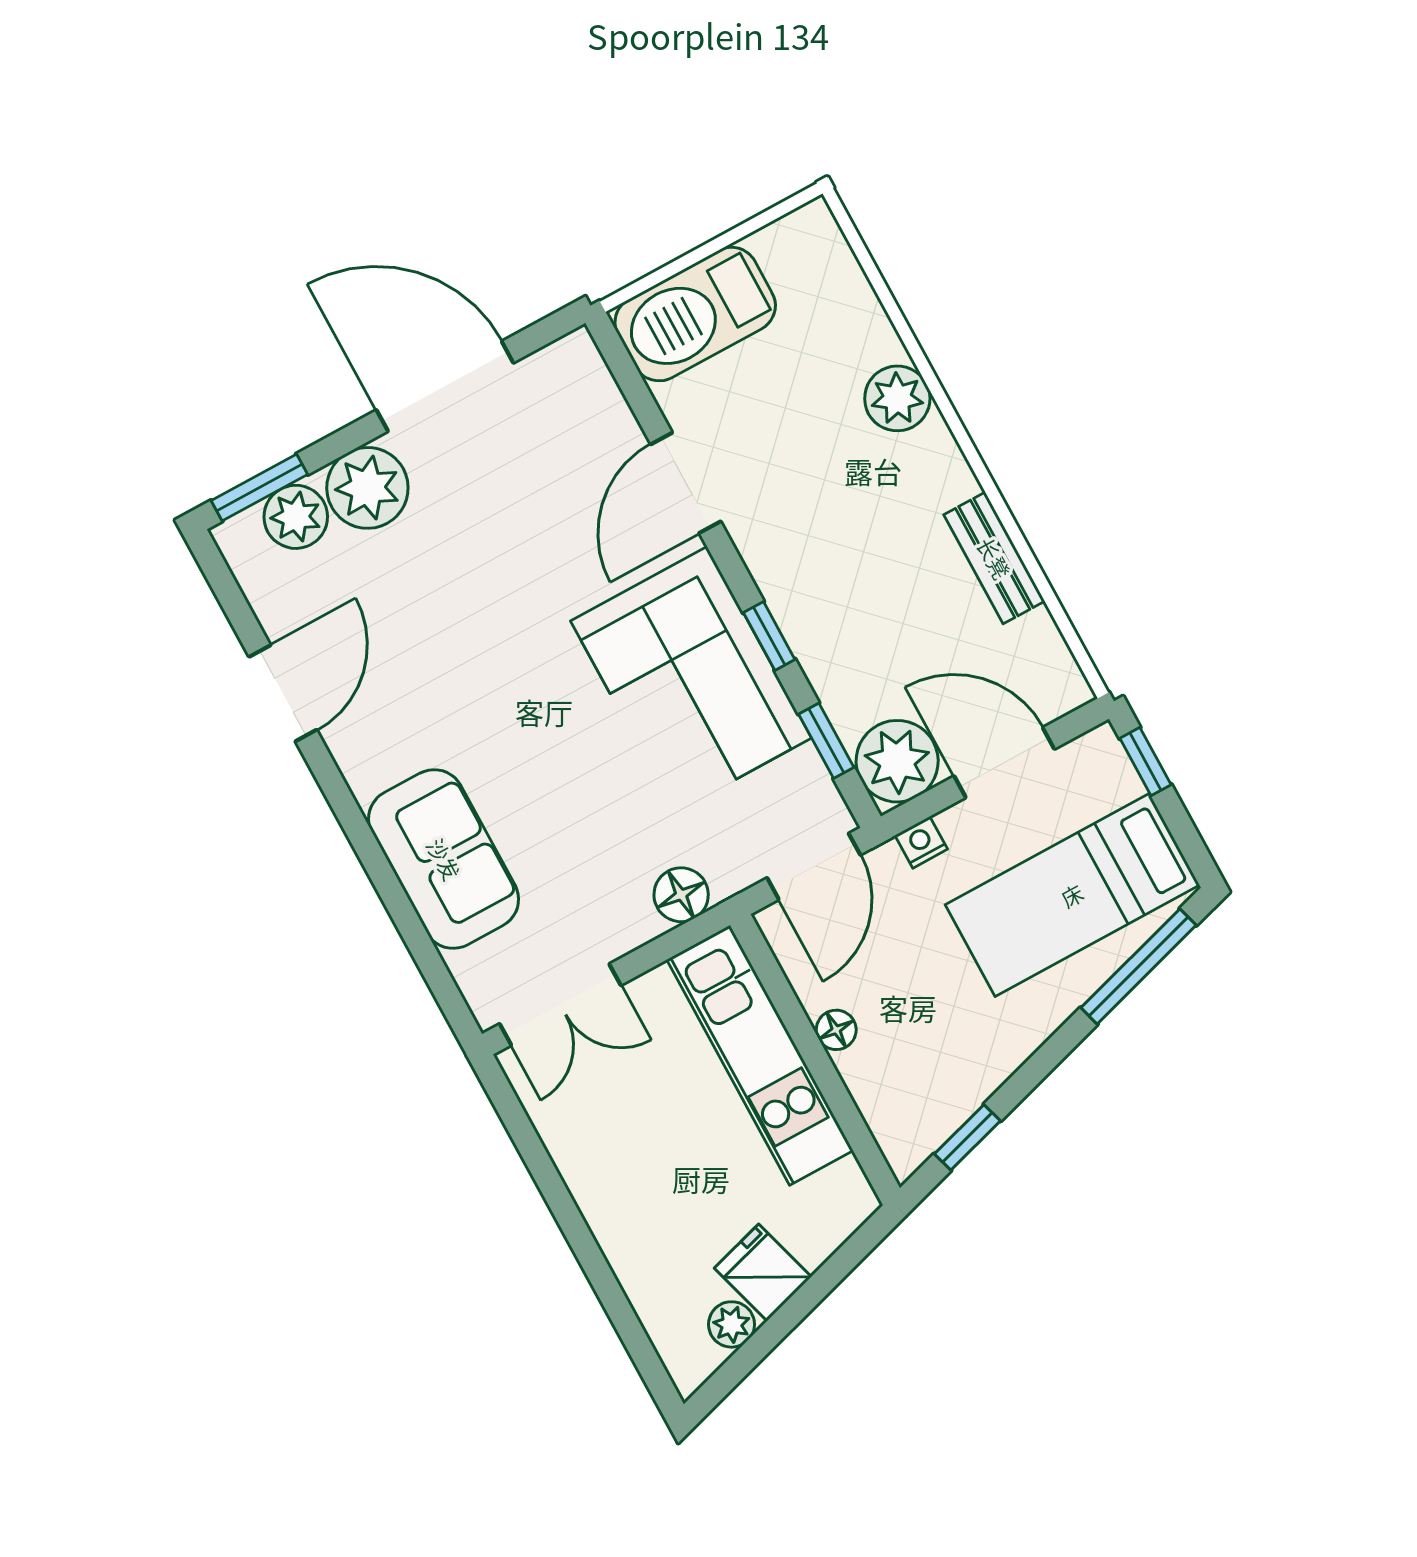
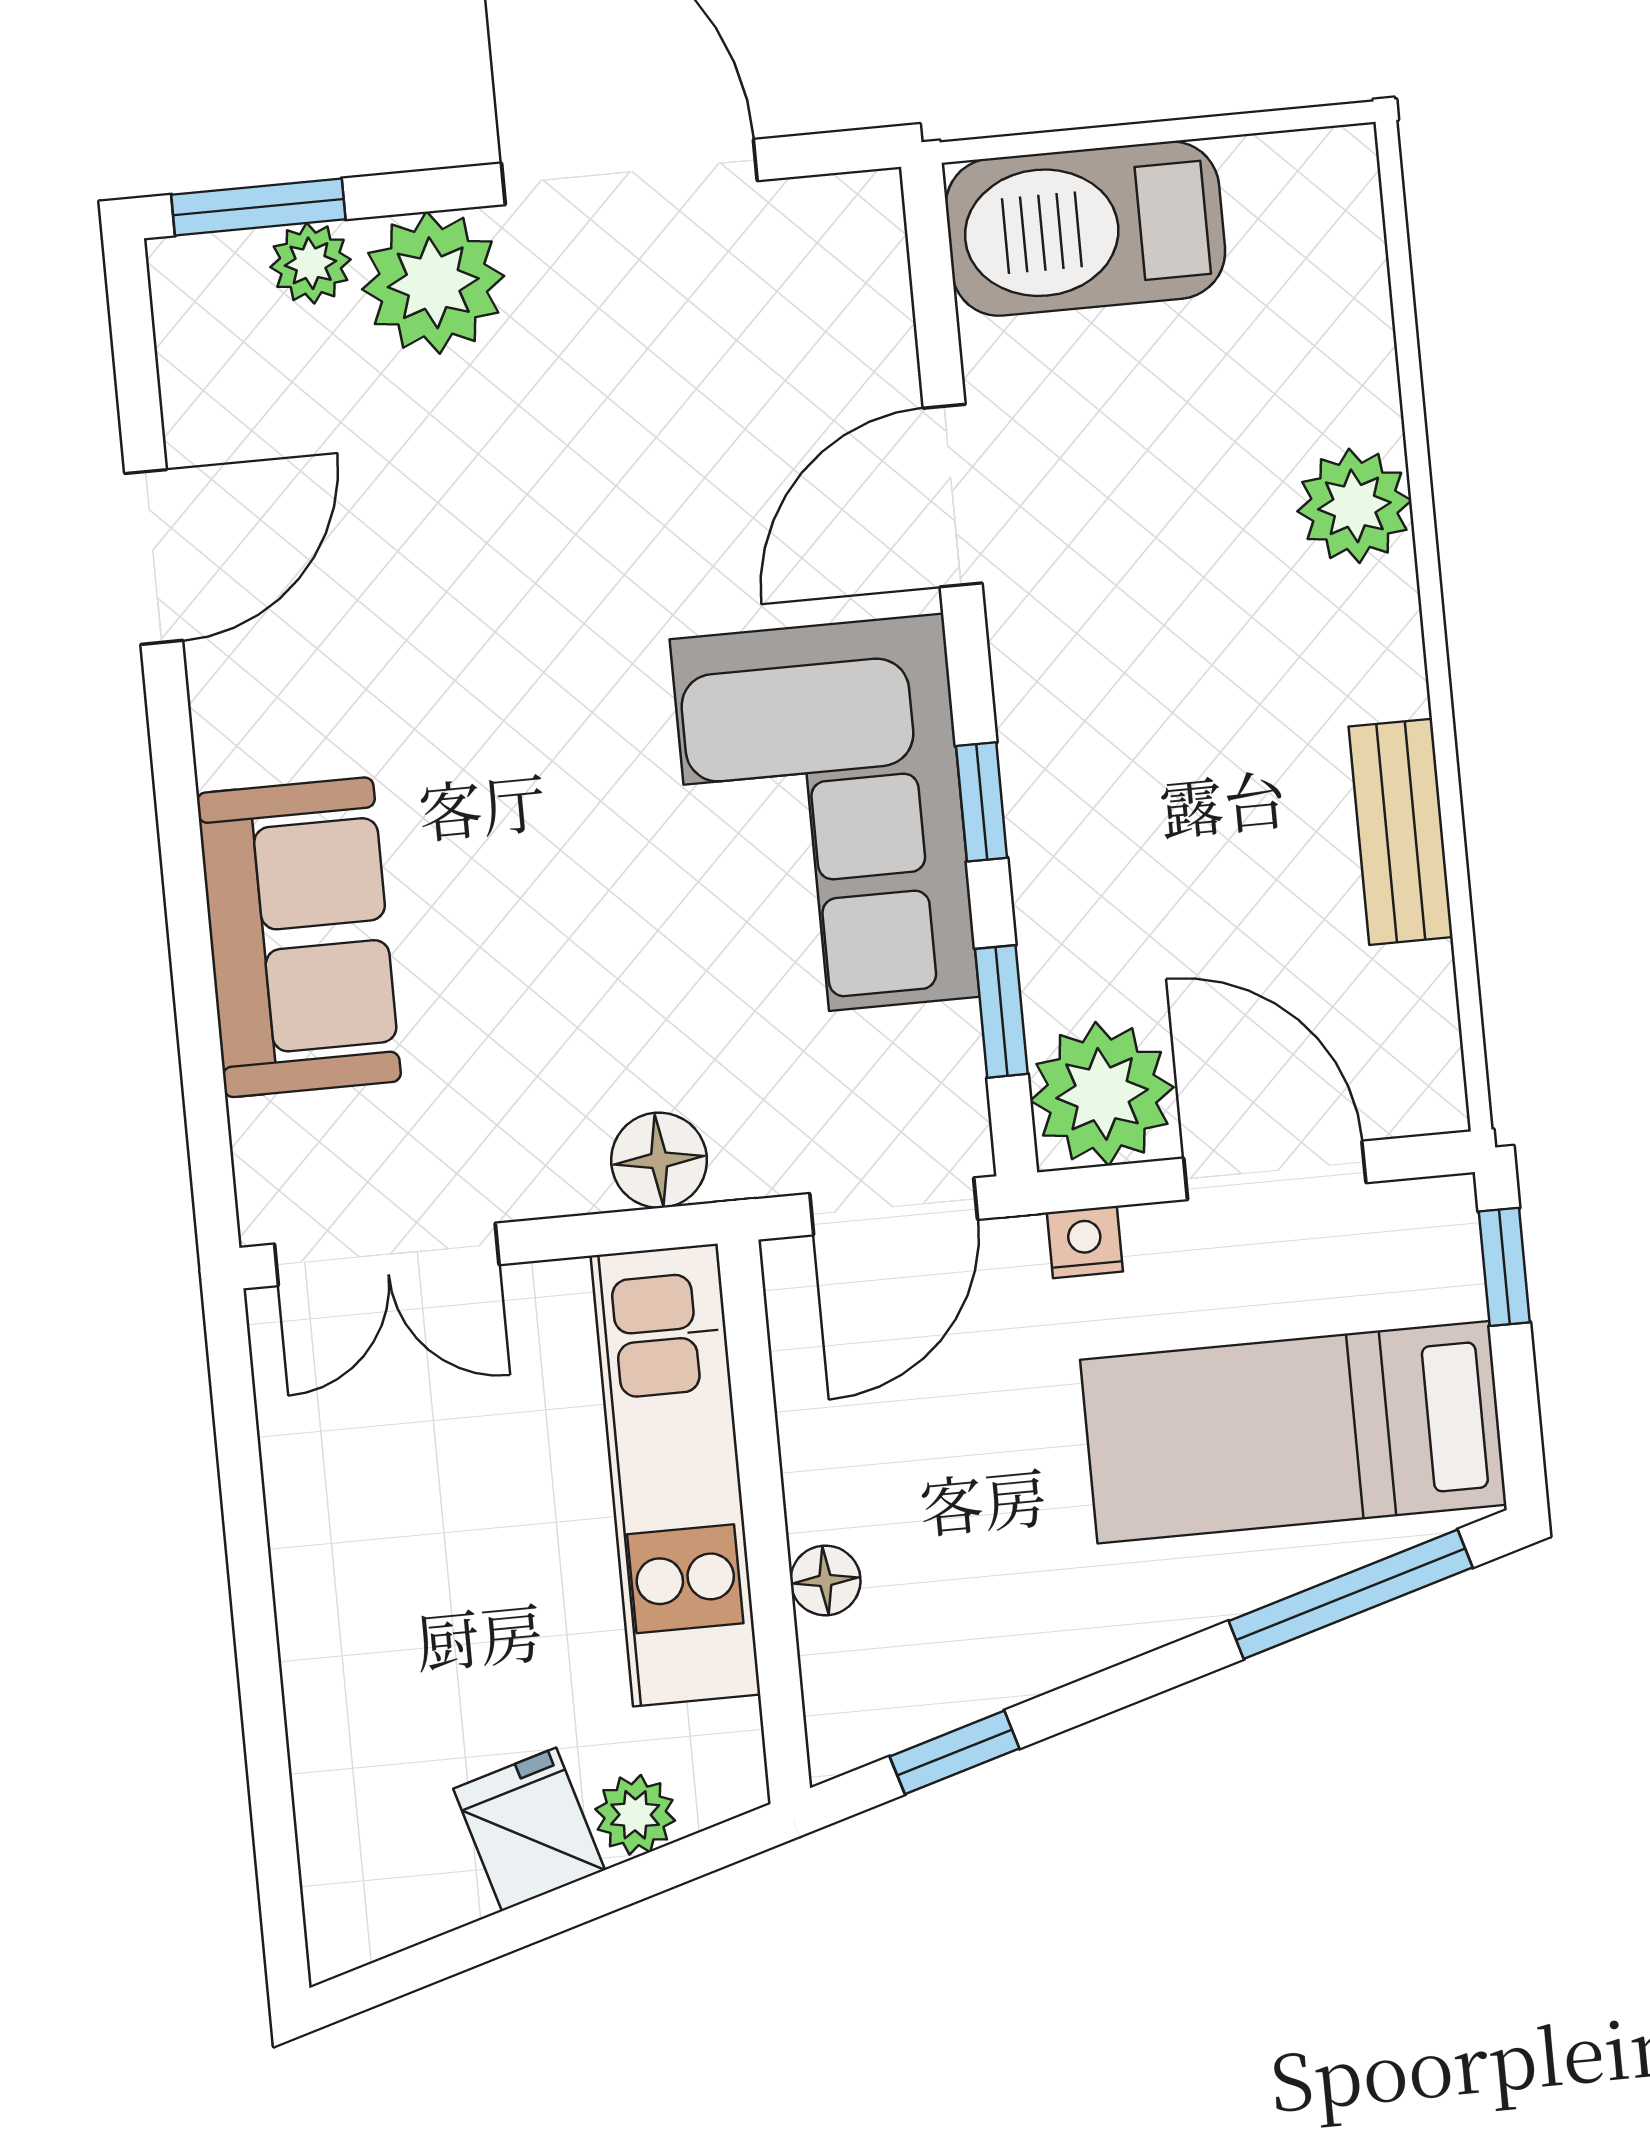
plant: (296, 517) -> (311, 263), width x0.73, depth x0.73
floor lamp: (836, 1030) -> (825, 1580), moved
plant: (732, 1324) -> (635, 1815), moved

